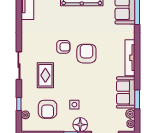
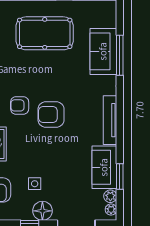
armchair: (63, 47) -> (20, 105), turned 180
armchair: (86, 54) -> (51, 114), turned -90

